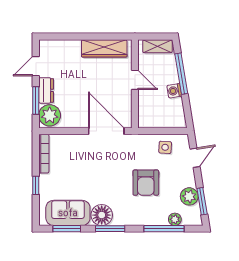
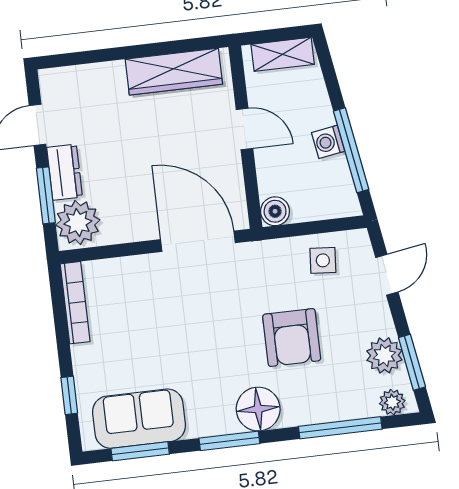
window: (181, 74) -> (351, 150), moved
boiler: (145, 121) -> (275, 211), added
window: (36, 185) -> (69, 395), moved
floor lamp: (102, 215) -> (258, 409), moved
plant: (175, 219) -> (392, 402), moved

